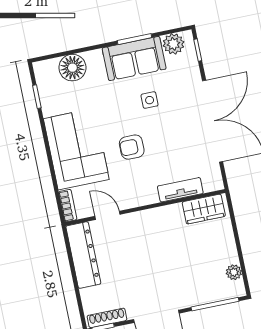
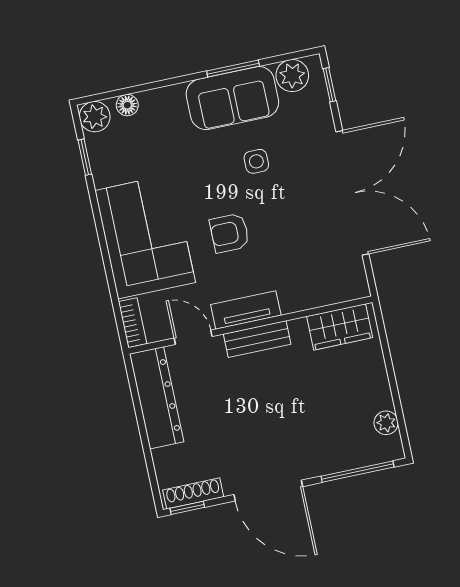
floor lamp: (72, 68) -> (127, 105), width x0.53, depth x0.53
plant: (44, 70) -> (95, 117), added
tv unit: (180, 190) -> (246, 310), moved
bench: (149, 217) -> (257, 339), added

